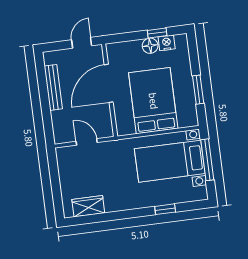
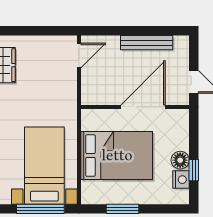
door: (109, 83) -> (143, 107), hinge flipped
door: (87, 142) -> (79, 55), moved

